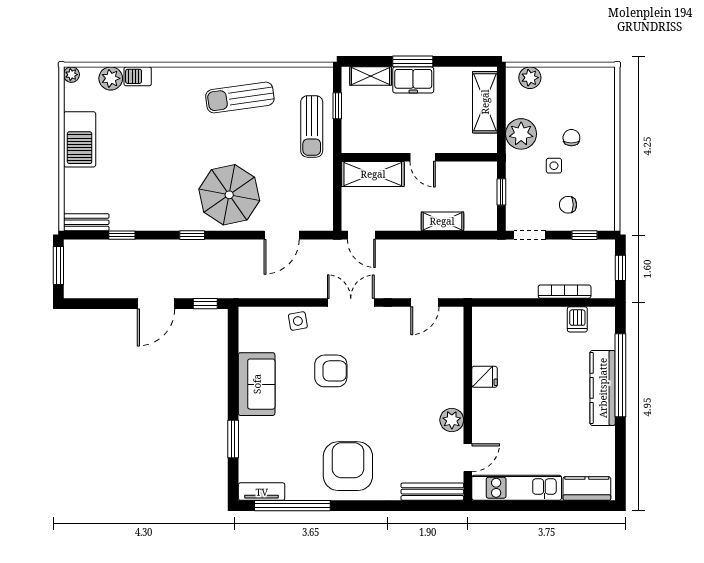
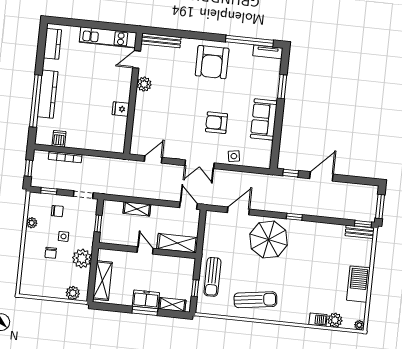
sun lounger: (312, 126) -> (212, 277), turned 180
plant: (607, 182) -> (32, 223), added
window: (122, 235) -> (363, 224), moved
kitchen counter: (587, 488) -> (53, 44), moved, turned -90

